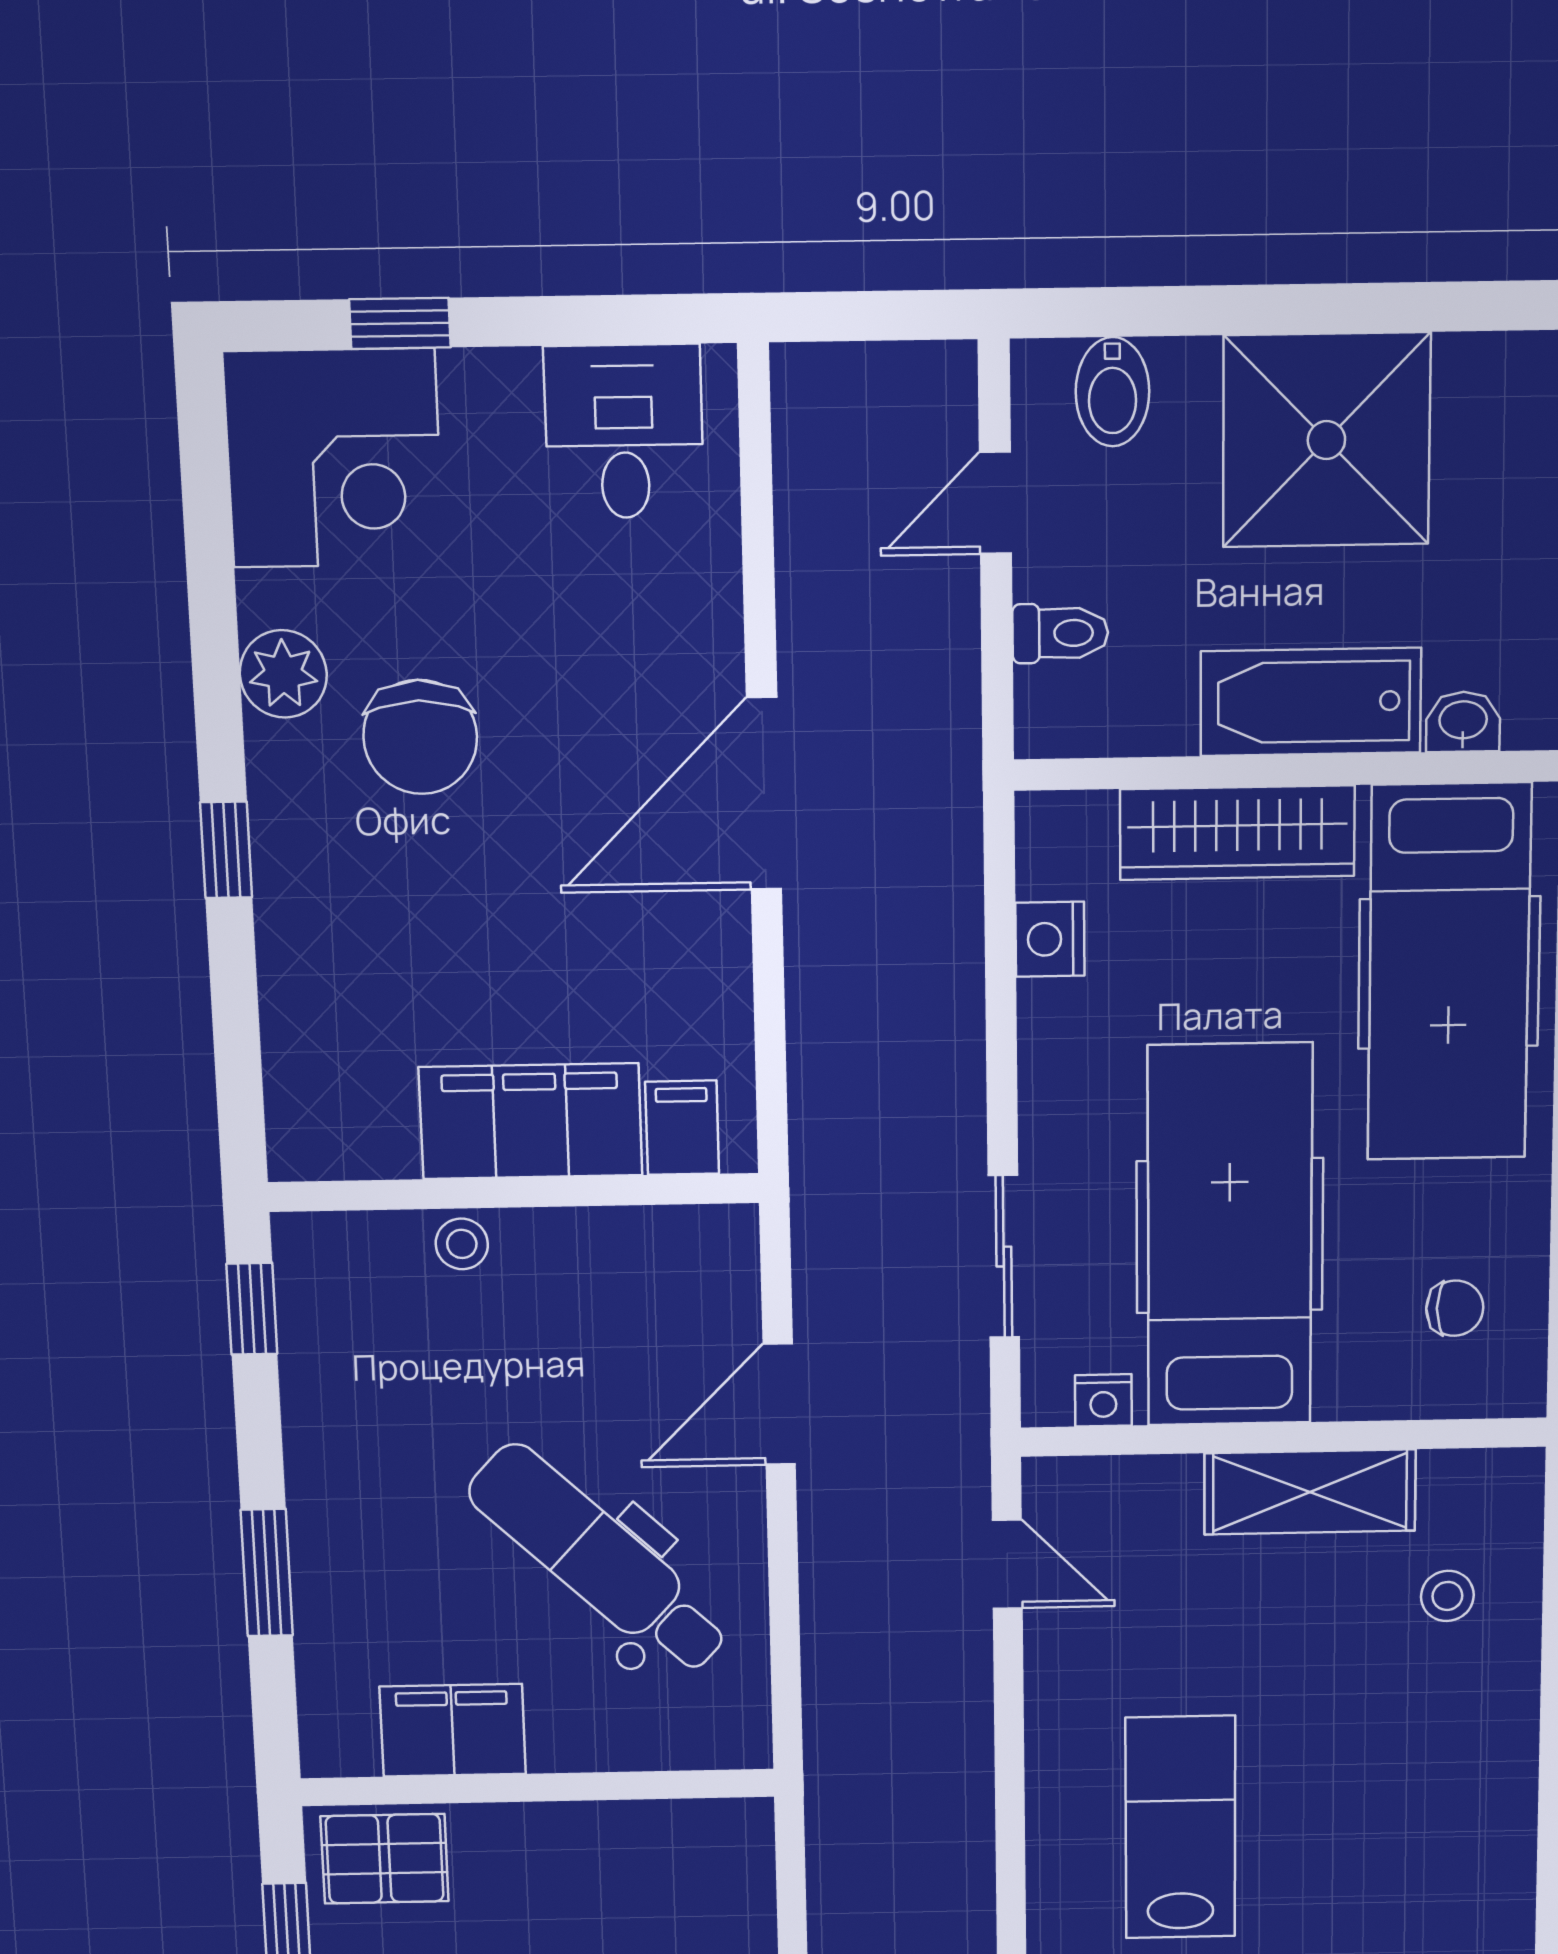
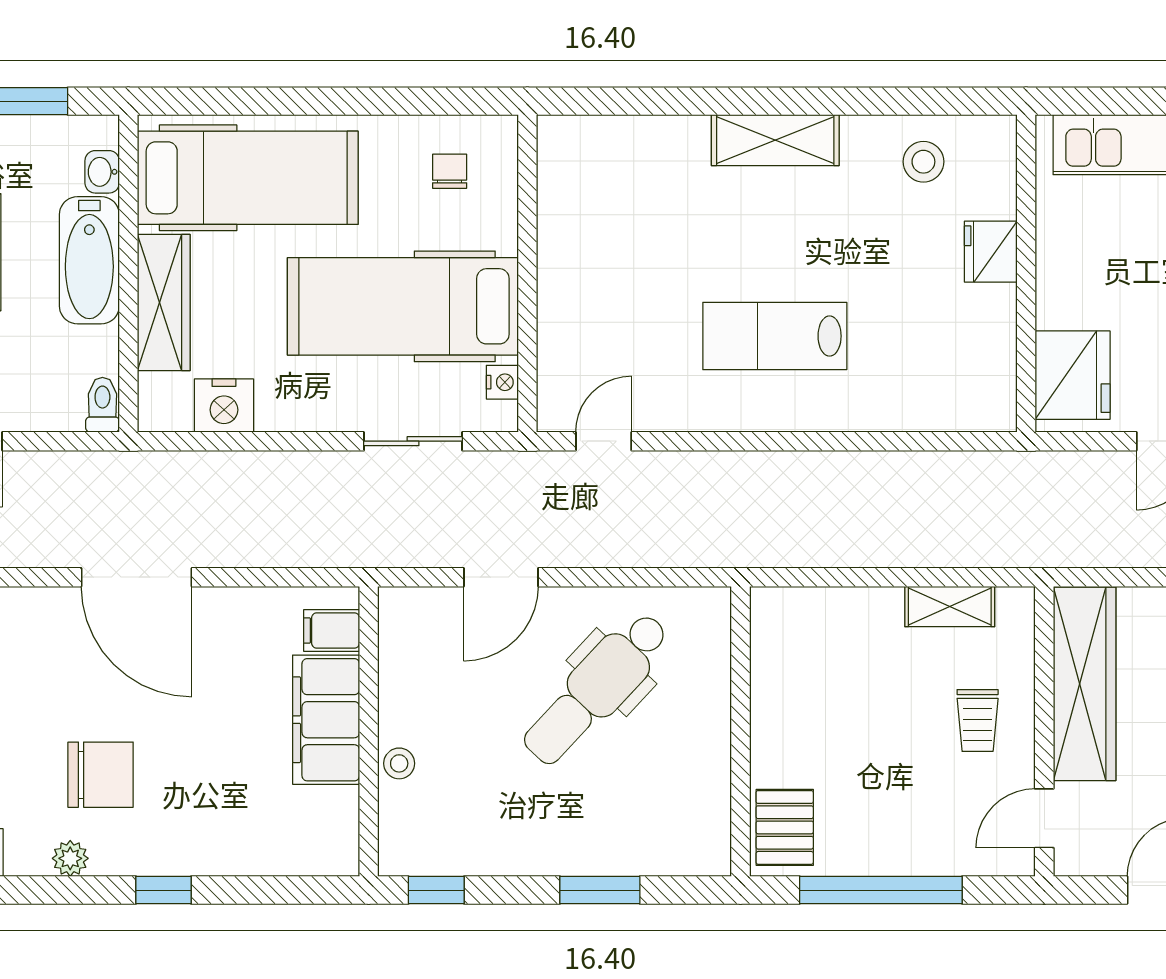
toilet: (1060, 633) -> (102, 405), moved
plant: (283, 674) -> (70, 858), width x0.73, depth x0.73
nightstand: (1050, 939) -> (224, 406), width x1.36, depth x1.33
door: (779, 1404) -> (501, 577), hinge flipped
shelving: (1310, 1492) -> (775, 140), moved, turned 90
stool: (1447, 1596) -> (629, 173), removed
filing cabinet: (453, 1730) -> (702, 782), removed

